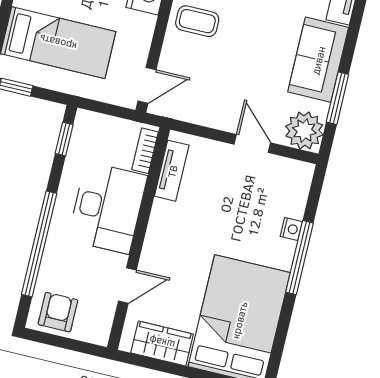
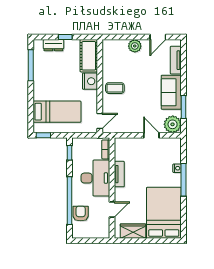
tv unit: (172, 171) -> (119, 174), moved
armchair: (58, 312) -> (81, 214), moved

